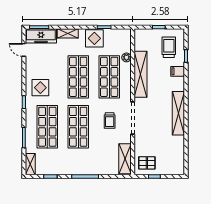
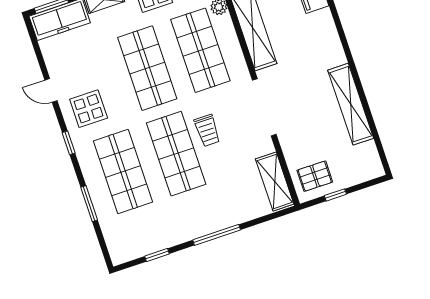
door: (24, 50) -> (51, 90), moved
shelving: (178, 113) -> (351, 104), moved
trolley: (110, 120) -> (207, 130), moved
shelving: (30, 164) -> (115, 245), removed

